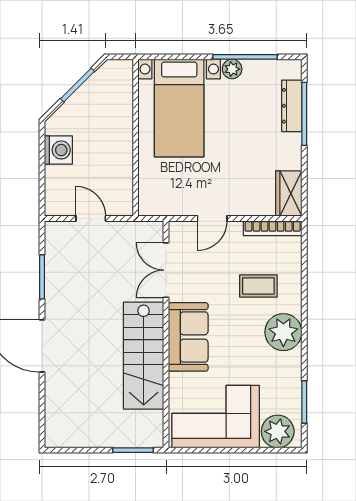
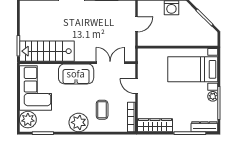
dresser: (292, 106) -> (204, 127), moved
wardrobe: (289, 193) -> (155, 125), width x1.50
stairs: (144, 356) -> (47, 51), moved

